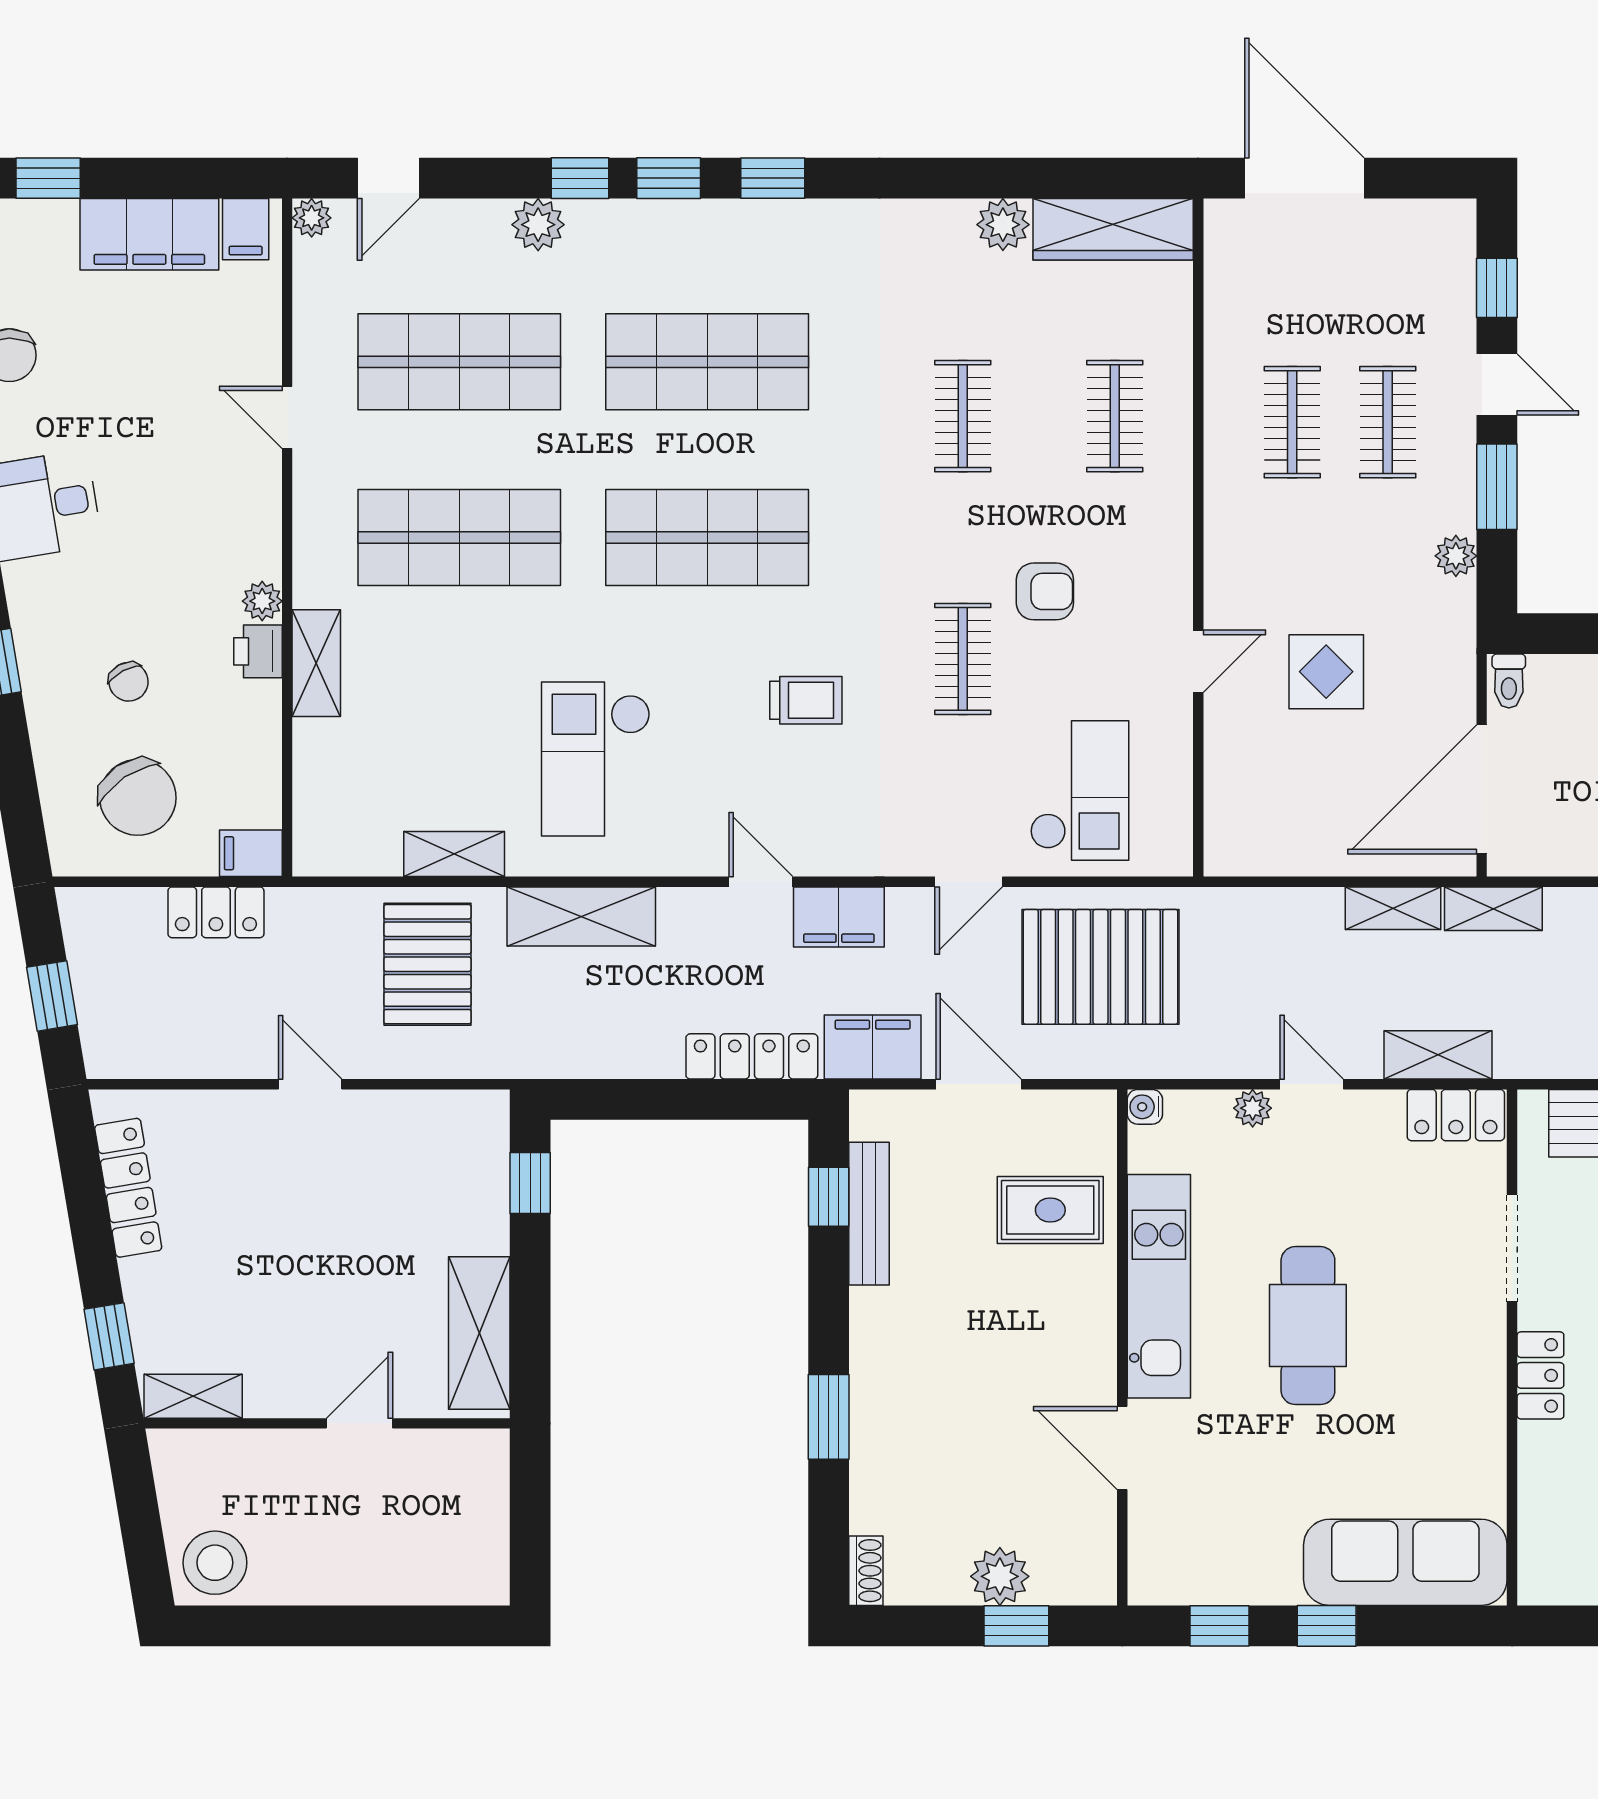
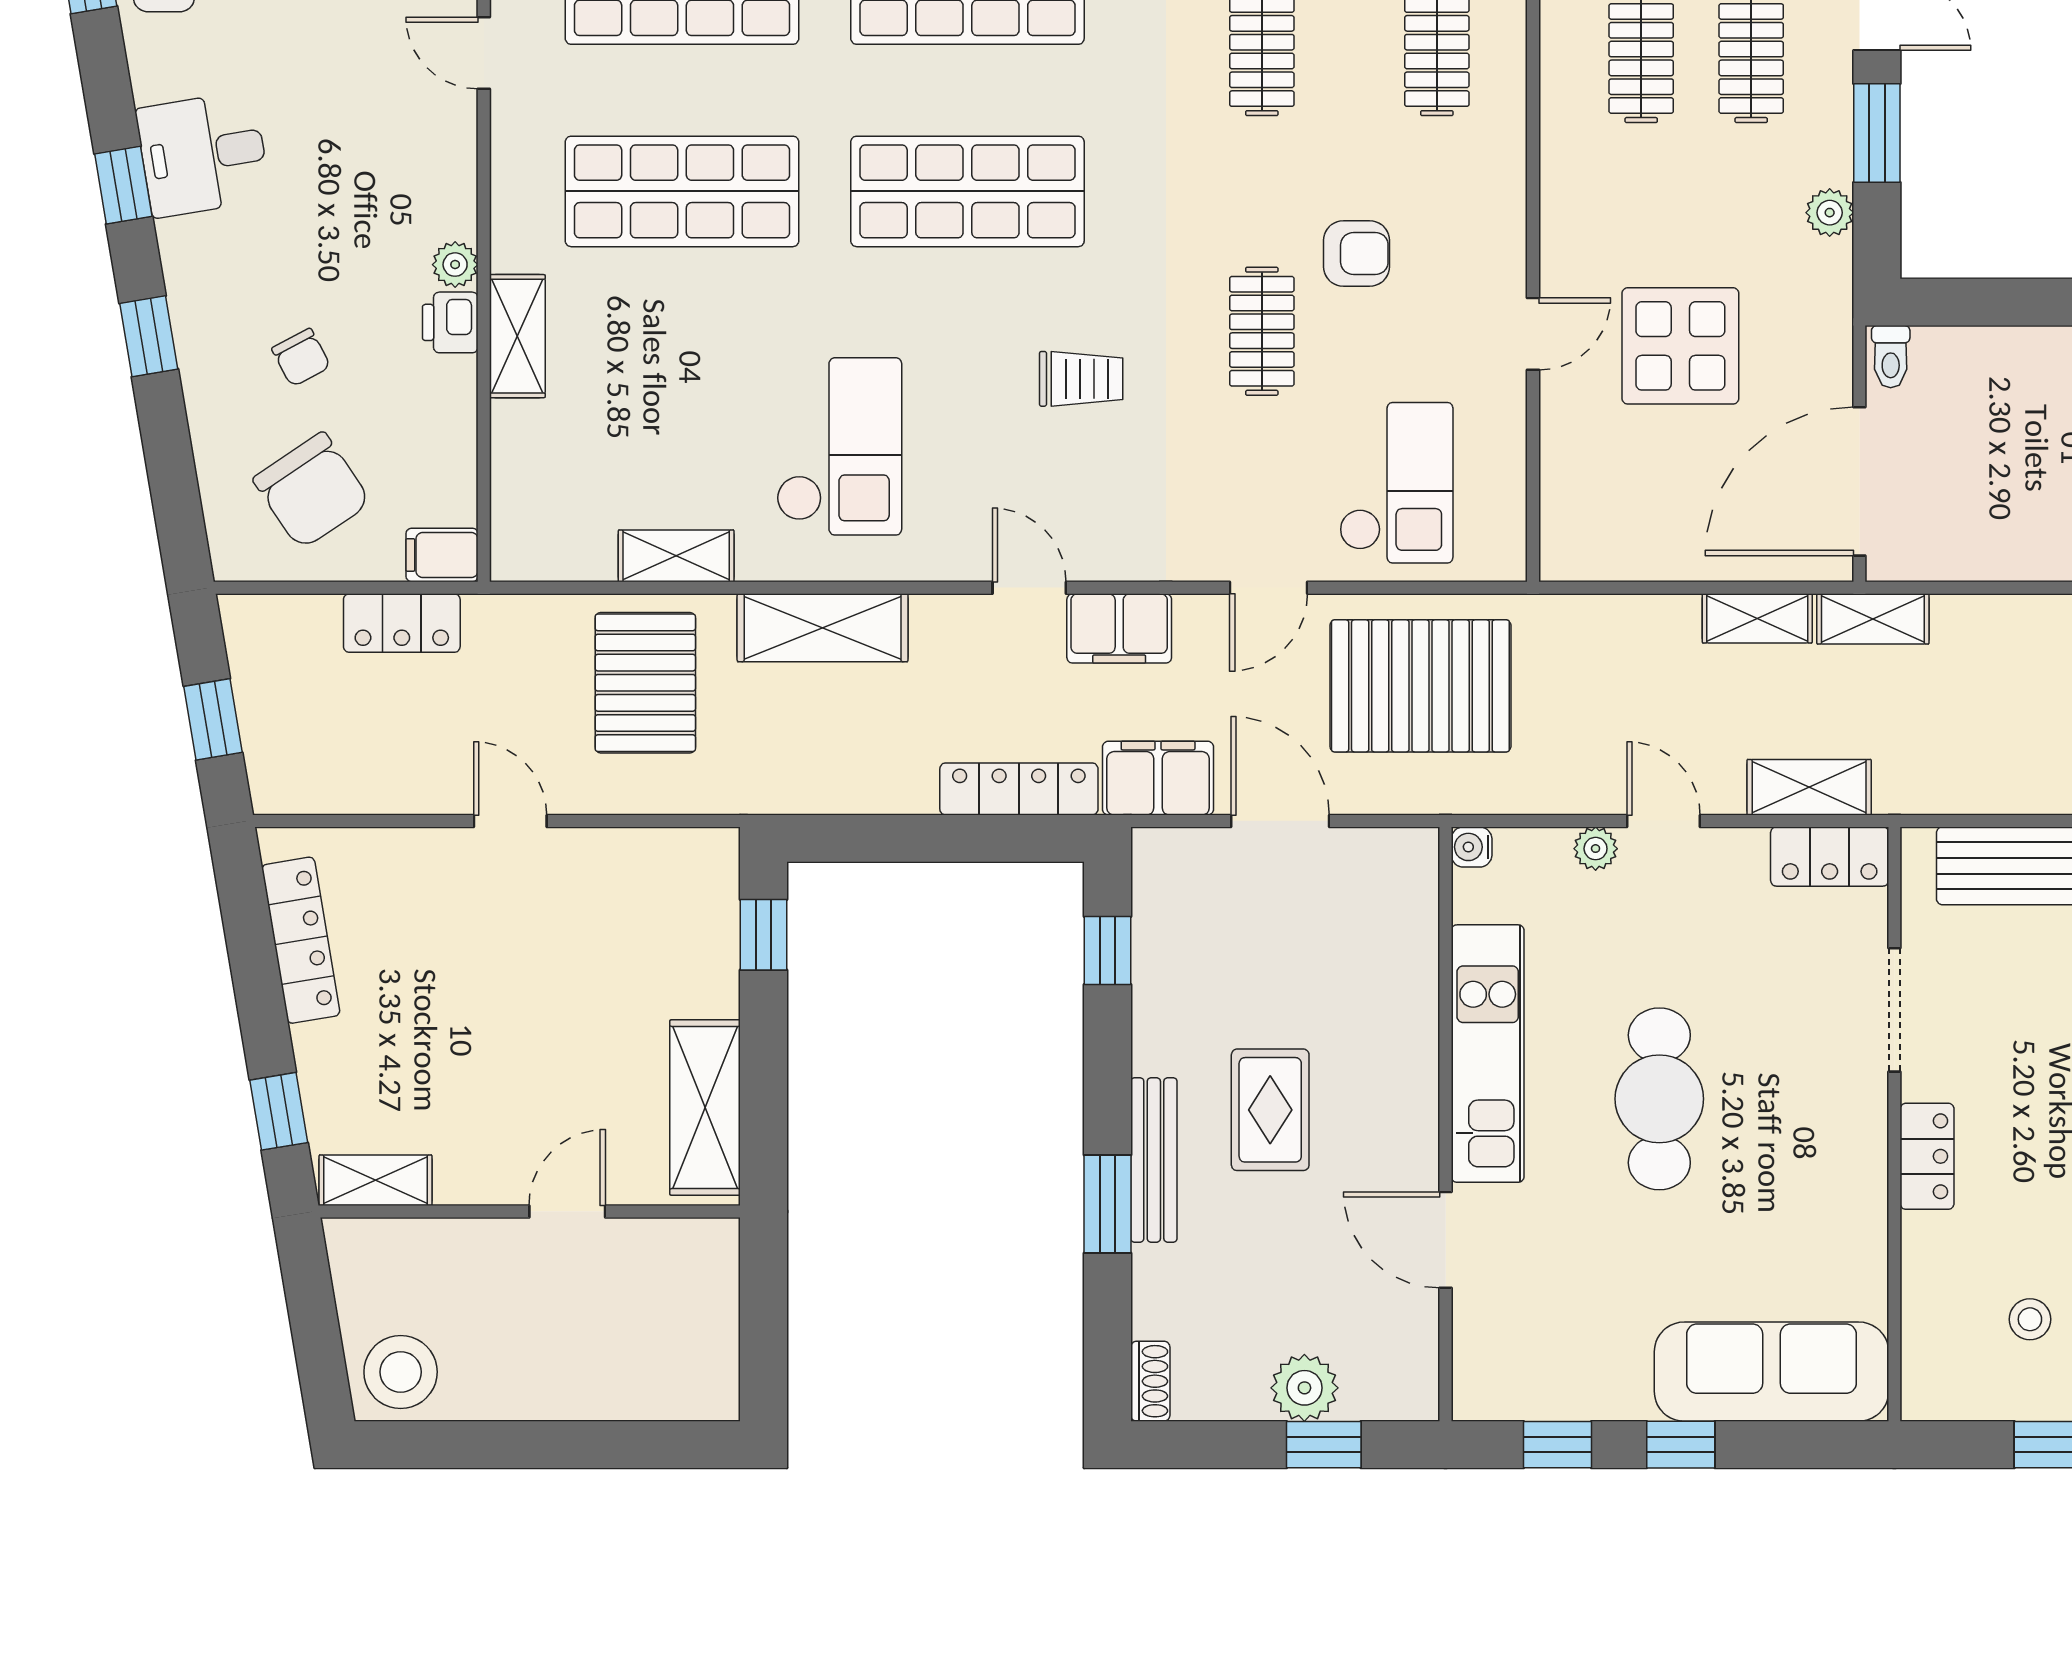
display table: (1326, 672) -> (1680, 346), width x1.36, depth x1.36
checkout: (596, 759) -> (839, 446), turned 180
rug: (1050, 1210) -> (1270, 1110), moved, turned 90
bench: (869, 1214) -> (1154, 1160), moved

